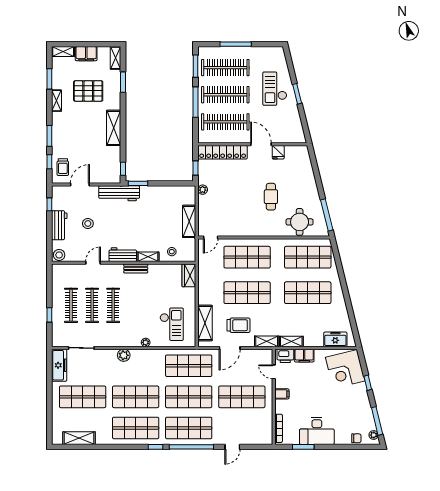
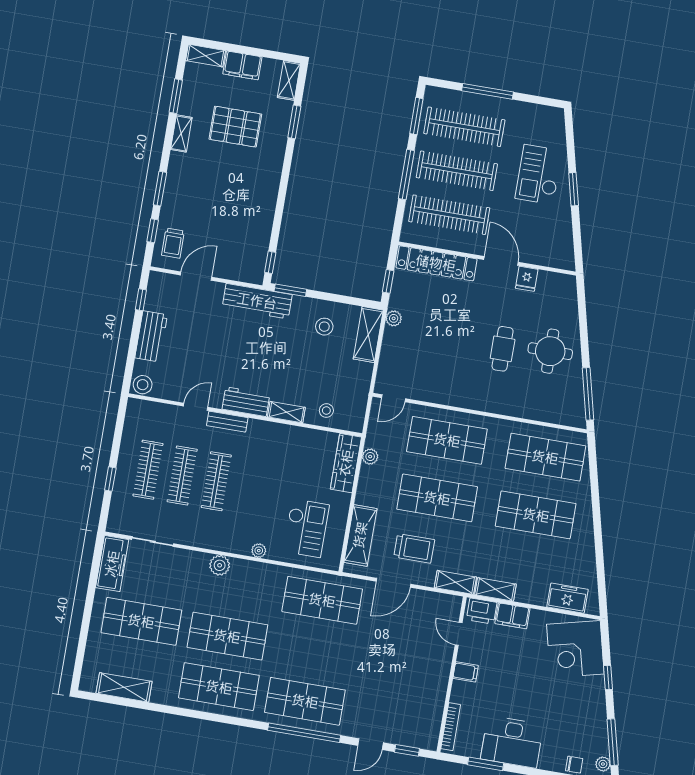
shelving: (114, 128) -> (266, 194), removed
shelving: (189, 221) -> (368, 335), moved
round table: (300, 222) -> (550, 351), moved
stool: (88, 223) -> (324, 327), moved
bench: (136, 268) -> (227, 422), moved
wardrobe: (189, 275) -> (346, 463), width x1.50
plant: (203, 275) -> (370, 457), added
shop shelf: (189, 397) -> (314, 651), removed
shop shelf: (242, 397) -> (400, 665), removed
window: (155, 447) -> (407, 750), moved

